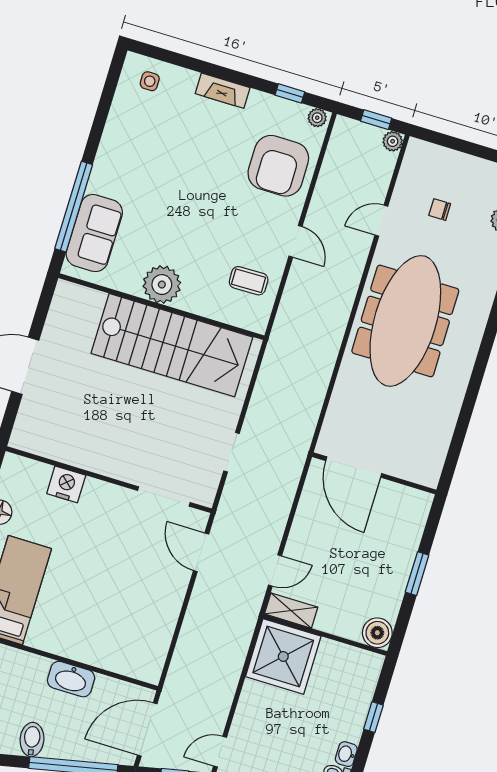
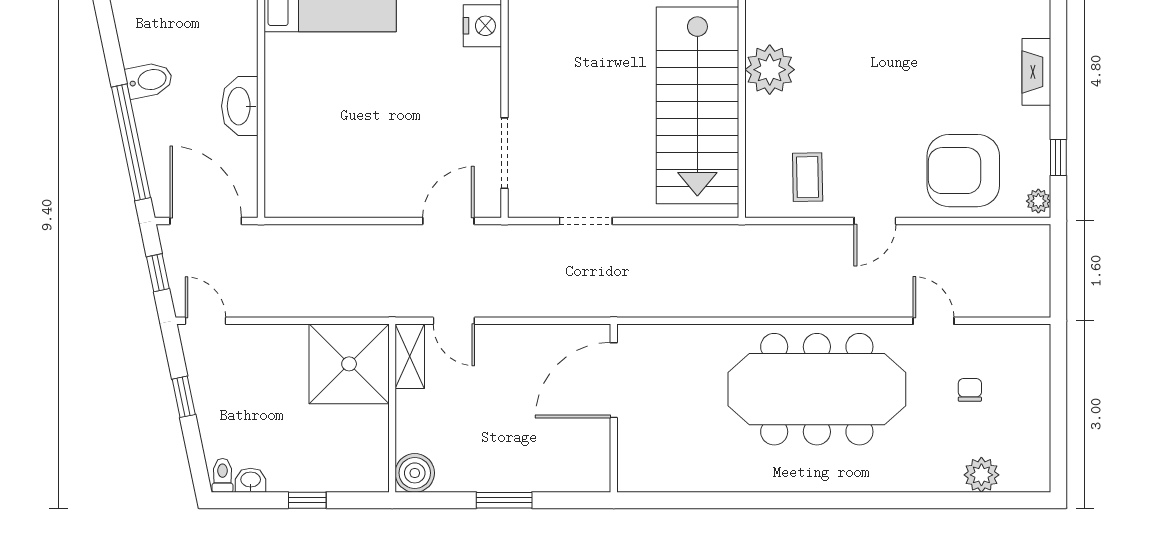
window: (376, 120) -> (1058, 276), removed
plant: (393, 141) -> (1038, 305), removed

